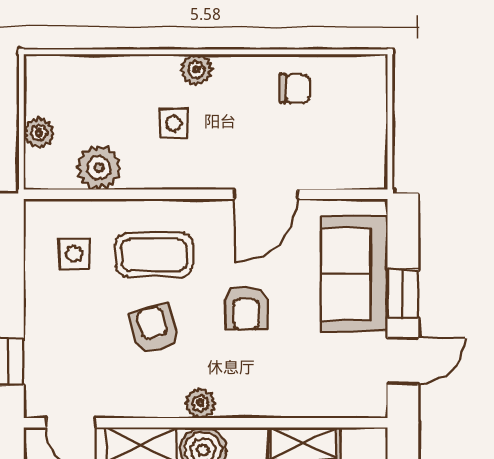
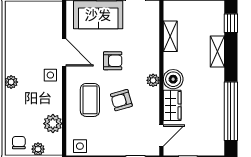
chair: (294, 89) -> (19, 143), moved
side table: (174, 124) -> (50, 75), moved
side table: (74, 254) -> (80, 146), moved

